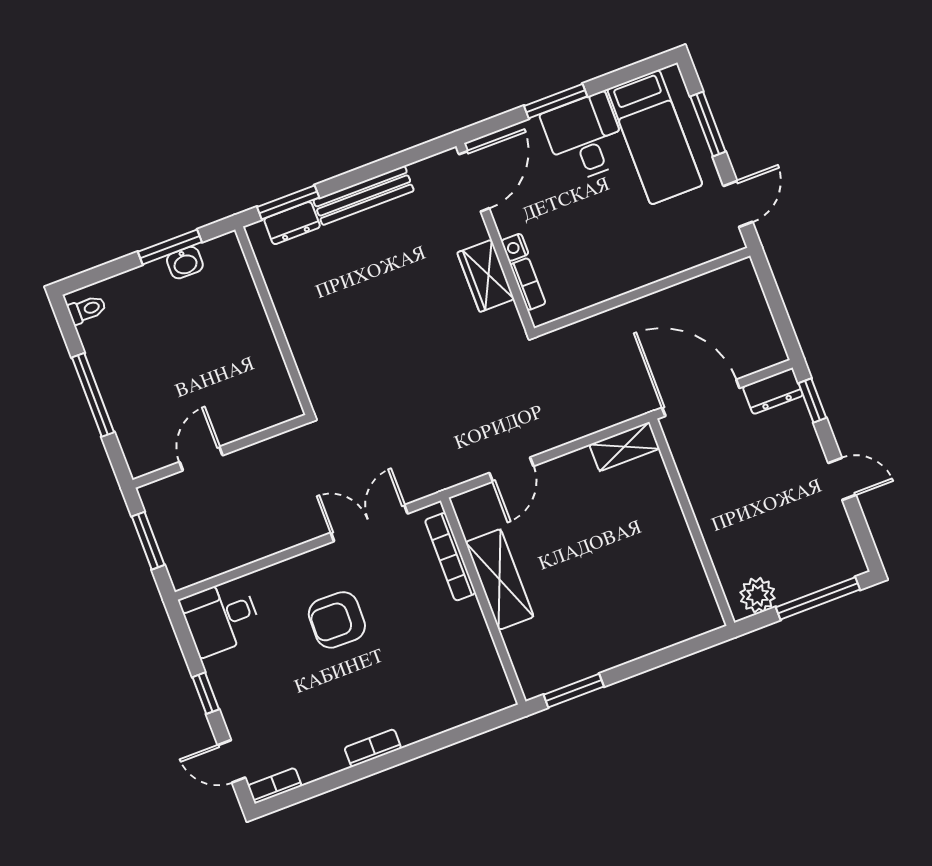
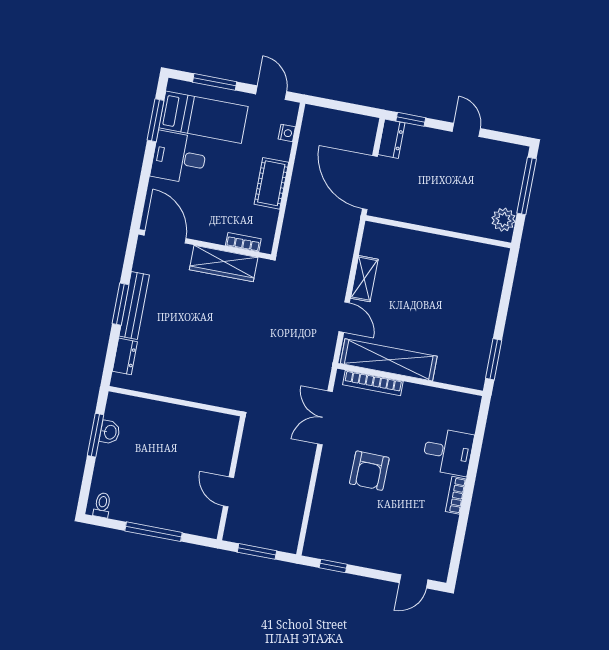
window: (556, 101) -> (156, 120), moved
window: (288, 202) -> (121, 304), moved
nightstand: (515, 247) -> (287, 133), moved, turned -90
cot: (624, 274) -> (271, 183), added
wardrobe: (486, 276) -> (224, 264), width x1.50
door: (701, 398) -> (370, 183), hinge flipped
shelving: (624, 447) -> (364, 279), moved
door: (842, 479) -> (466, 130), hinge flipped
shelving: (500, 579) -> (389, 360), width x1.47
desk: (221, 617) -> (448, 452), moved, turned -90
window: (206, 693) -> (333, 566), moved
bookcase: (275, 786) -> (443, 565), removed

